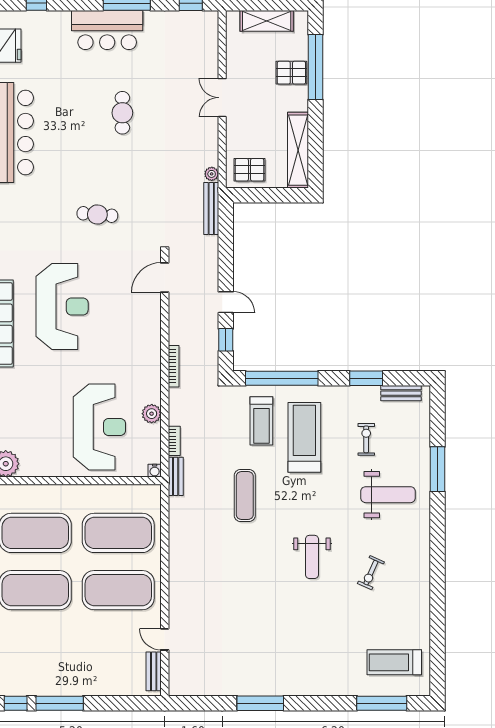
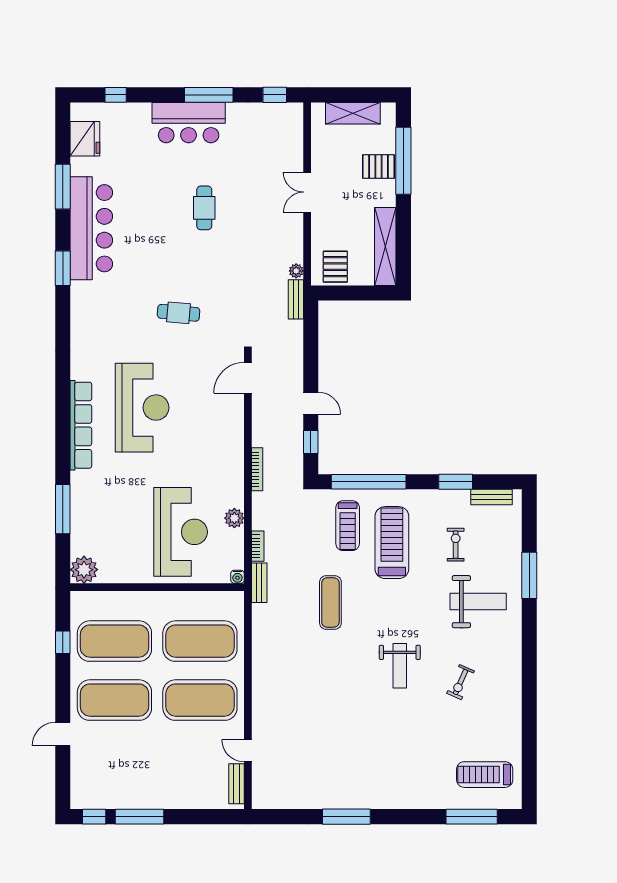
pallet: (249, 170) -> (335, 267), turned 90
bench: (211, 208) -> (296, 299), width x0.73

